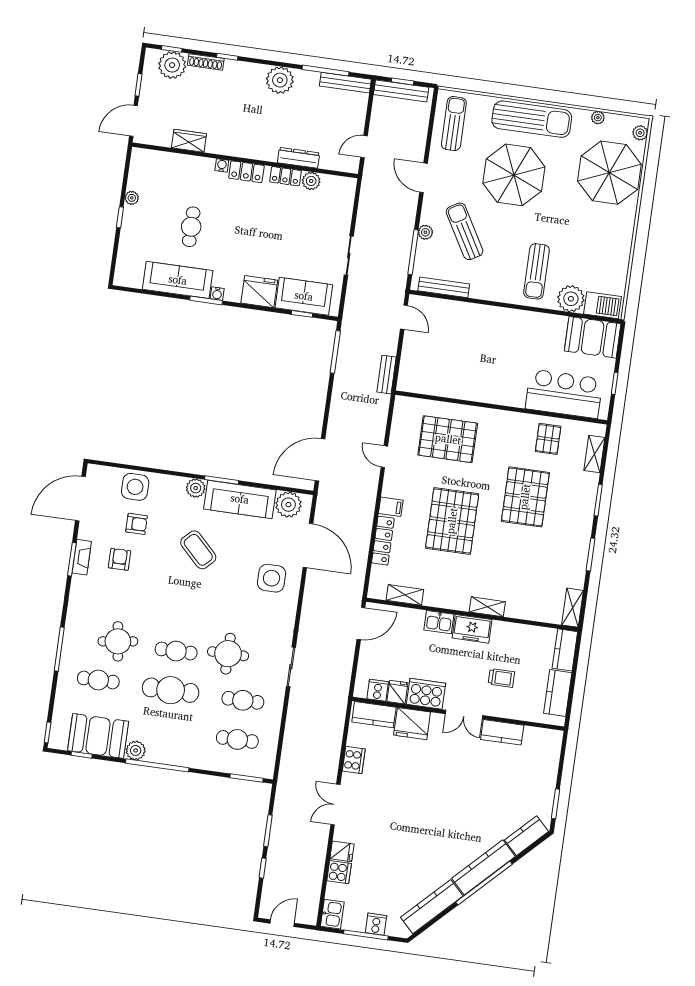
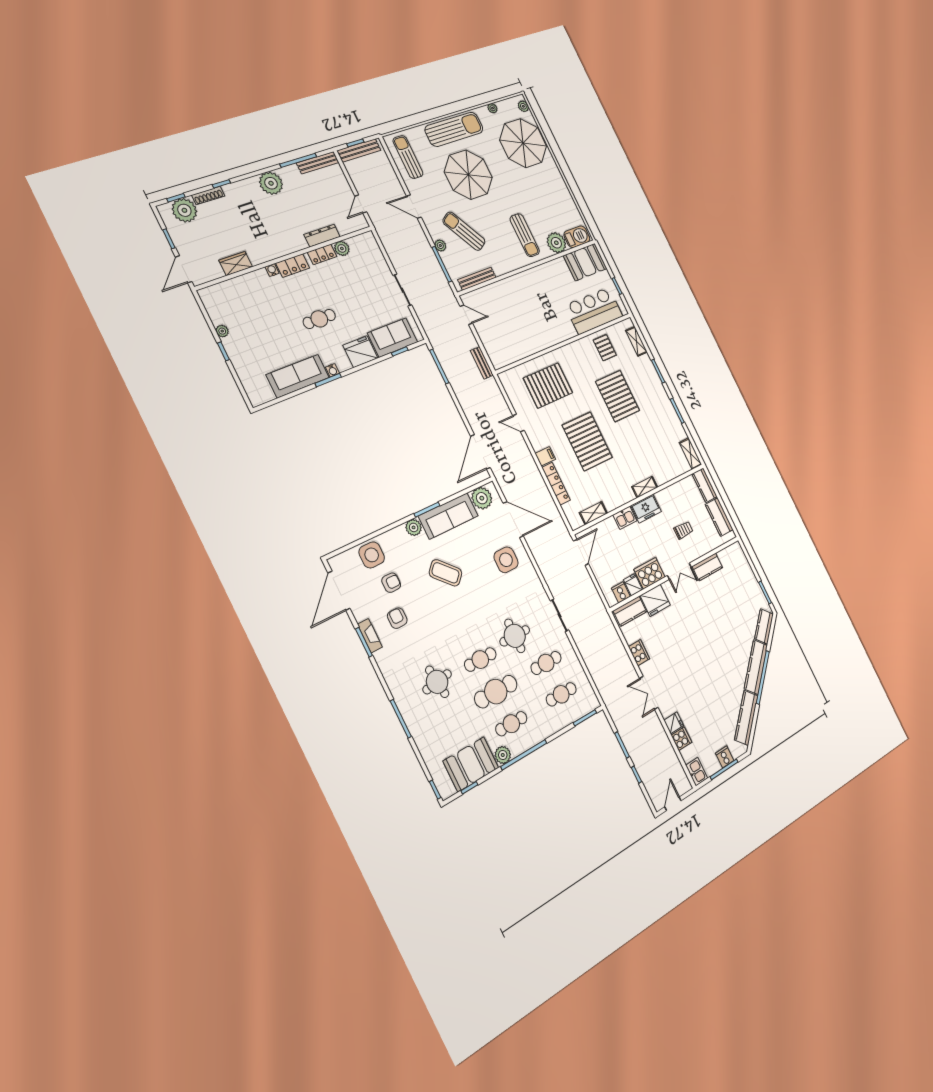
cafe table: (191, 227) -> (319, 319), moved, turned 90
cafe table: (98, 680) -> (511, 724), moved

